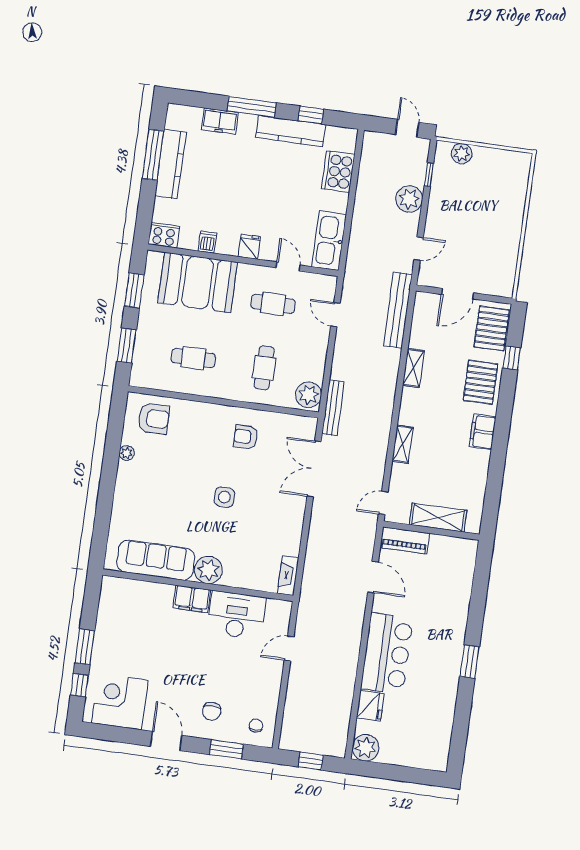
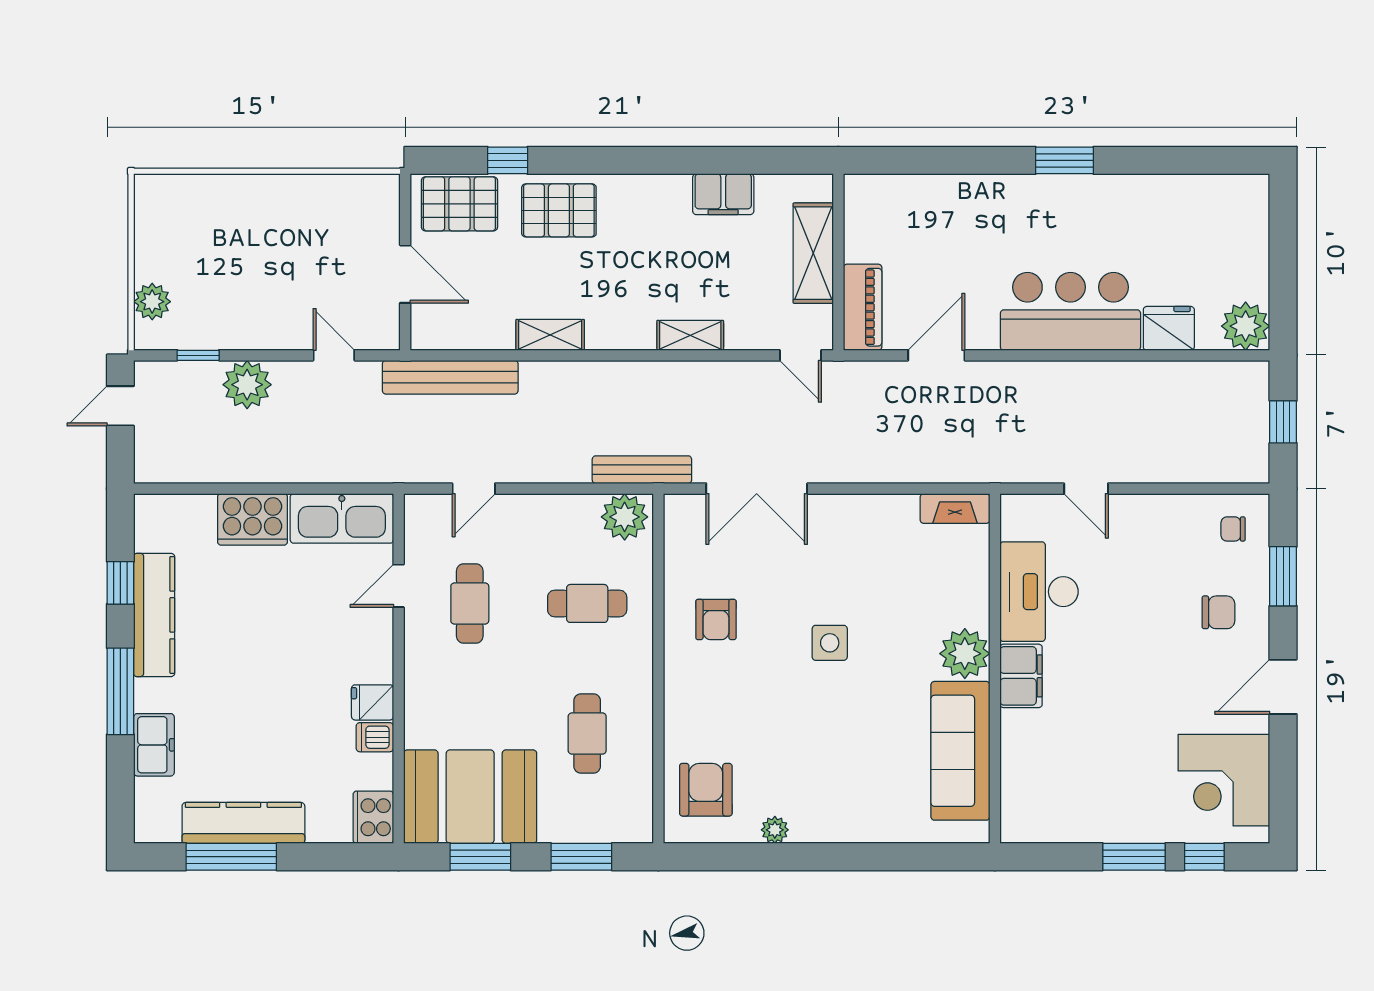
cooker: (338, 172) -> (253, 519), moved
fridge: (249, 247) -> (373, 702), moved
booth: (198, 283) -> (470, 797), moved, turned 90
filing cabinet: (483, 432) -> (723, 194), moved

